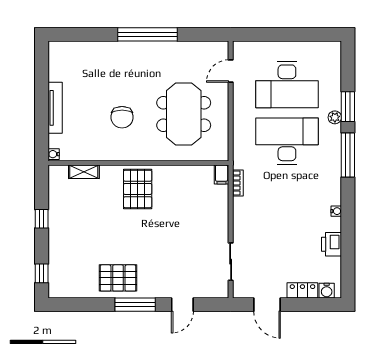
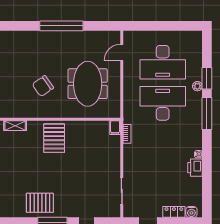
chair: (122, 117) -> (43, 86), turned 55
printer: (331, 244) -> (195, 168), moved

